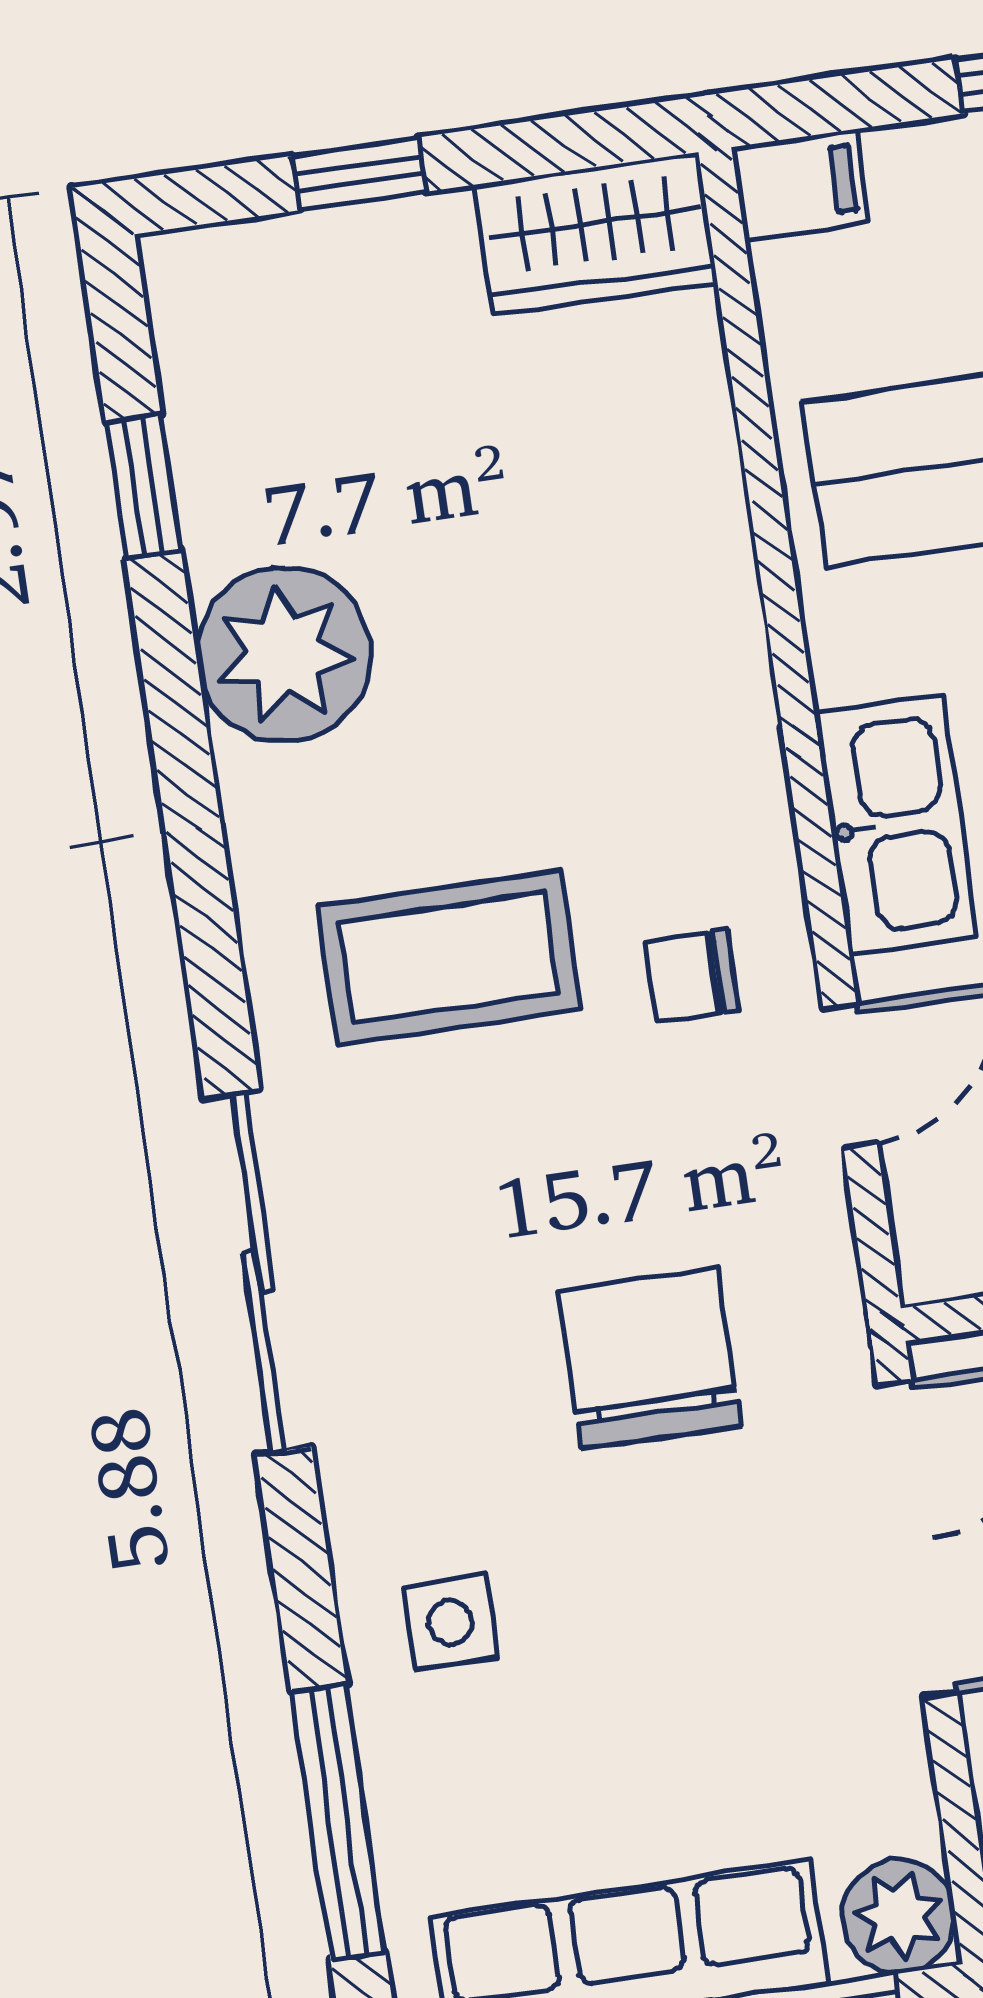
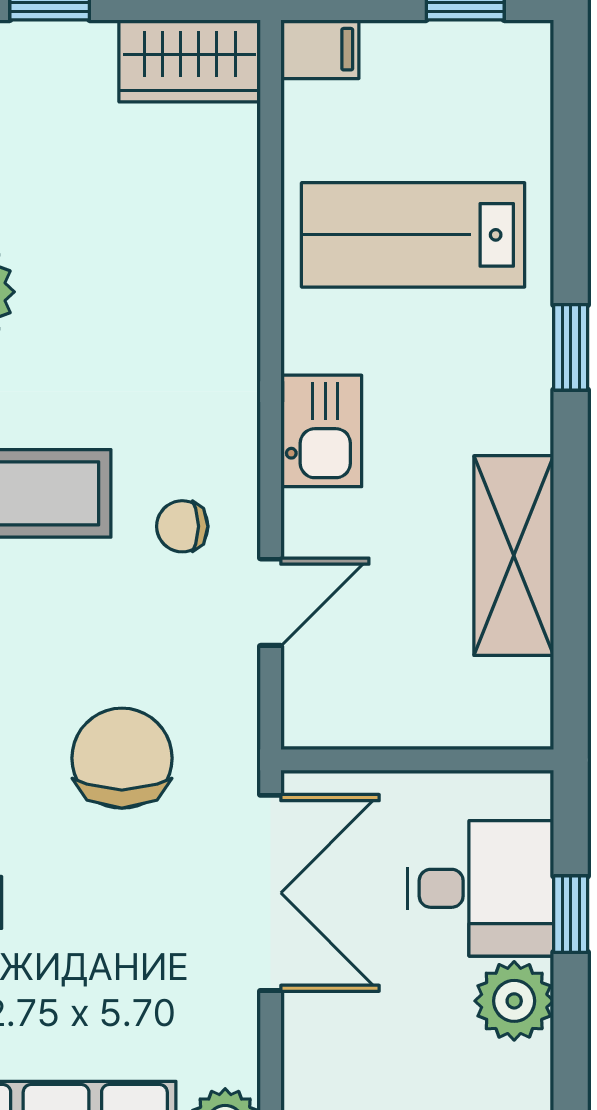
kitchen sink: (896, 825) -> (321, 431), width x0.73

